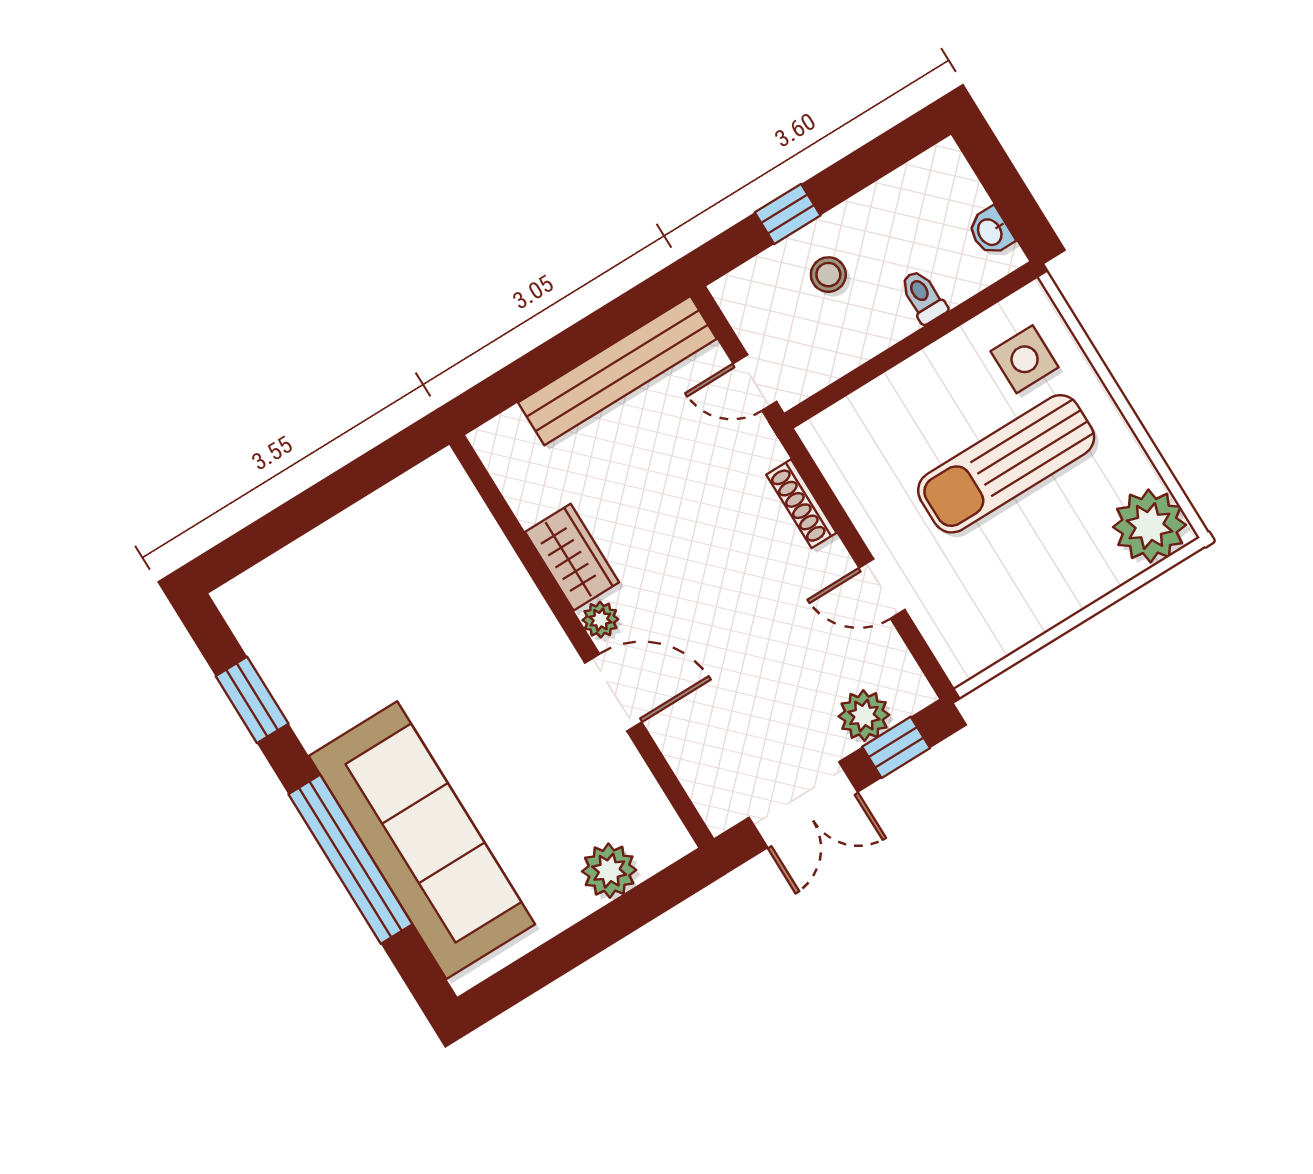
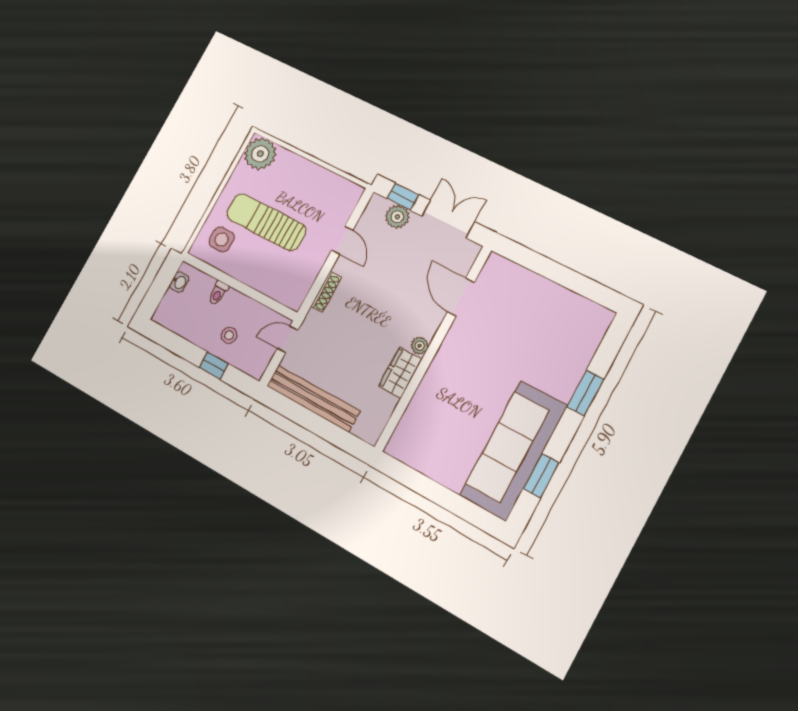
door: (755, 383) -> (288, 339), swing flipped
sun lounger: (1006, 464) -> (266, 222), turned 180
door: (613, 693) -> (461, 297), moved
sofa: (422, 840) -> (513, 451), moved
window: (350, 859) -> (585, 393), width x0.47
plant: (609, 871) -> (523, 281), removed

